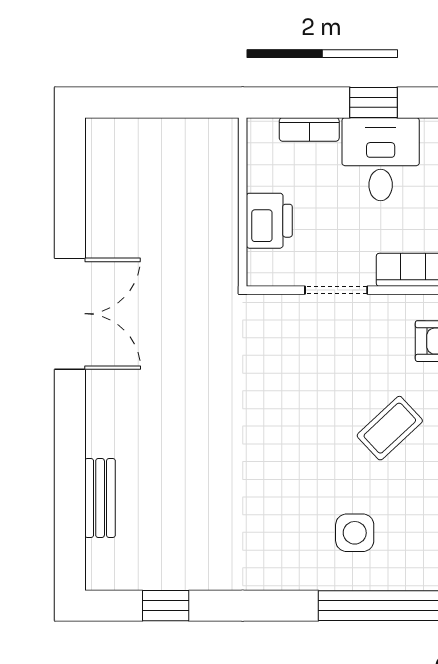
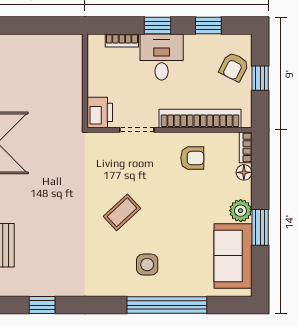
printer: (269, 221) -> (100, 112), moved
coffee table: (390, 428) -> (122, 212), moved

